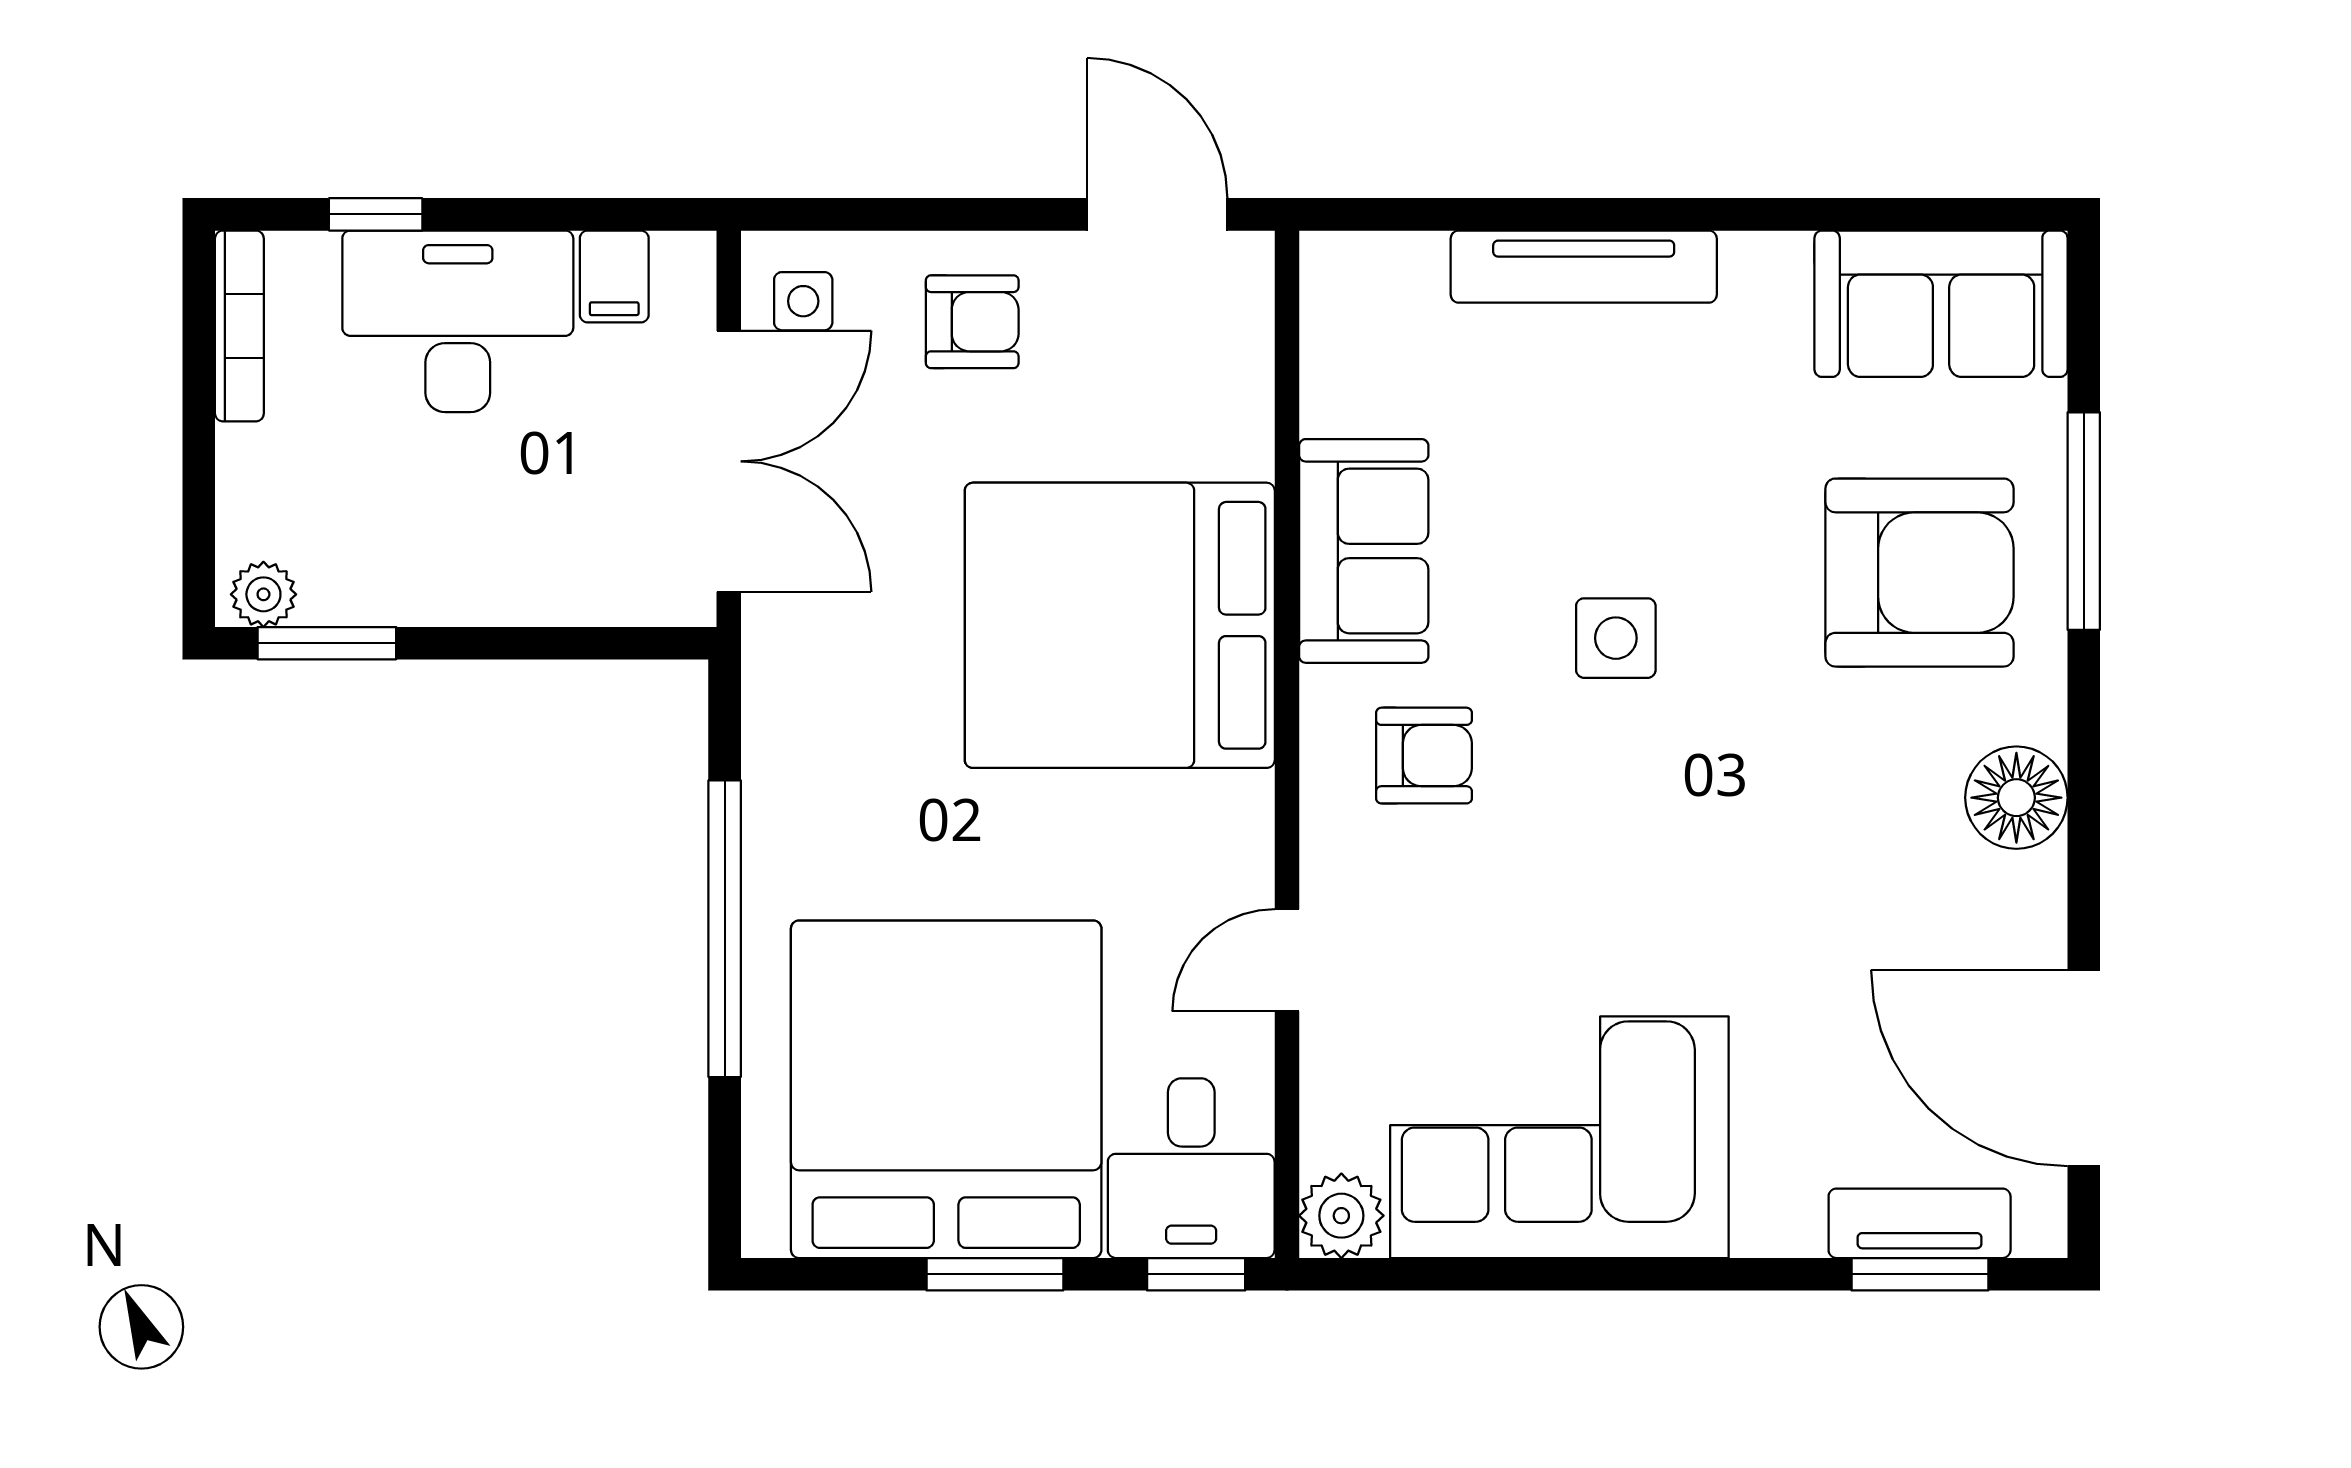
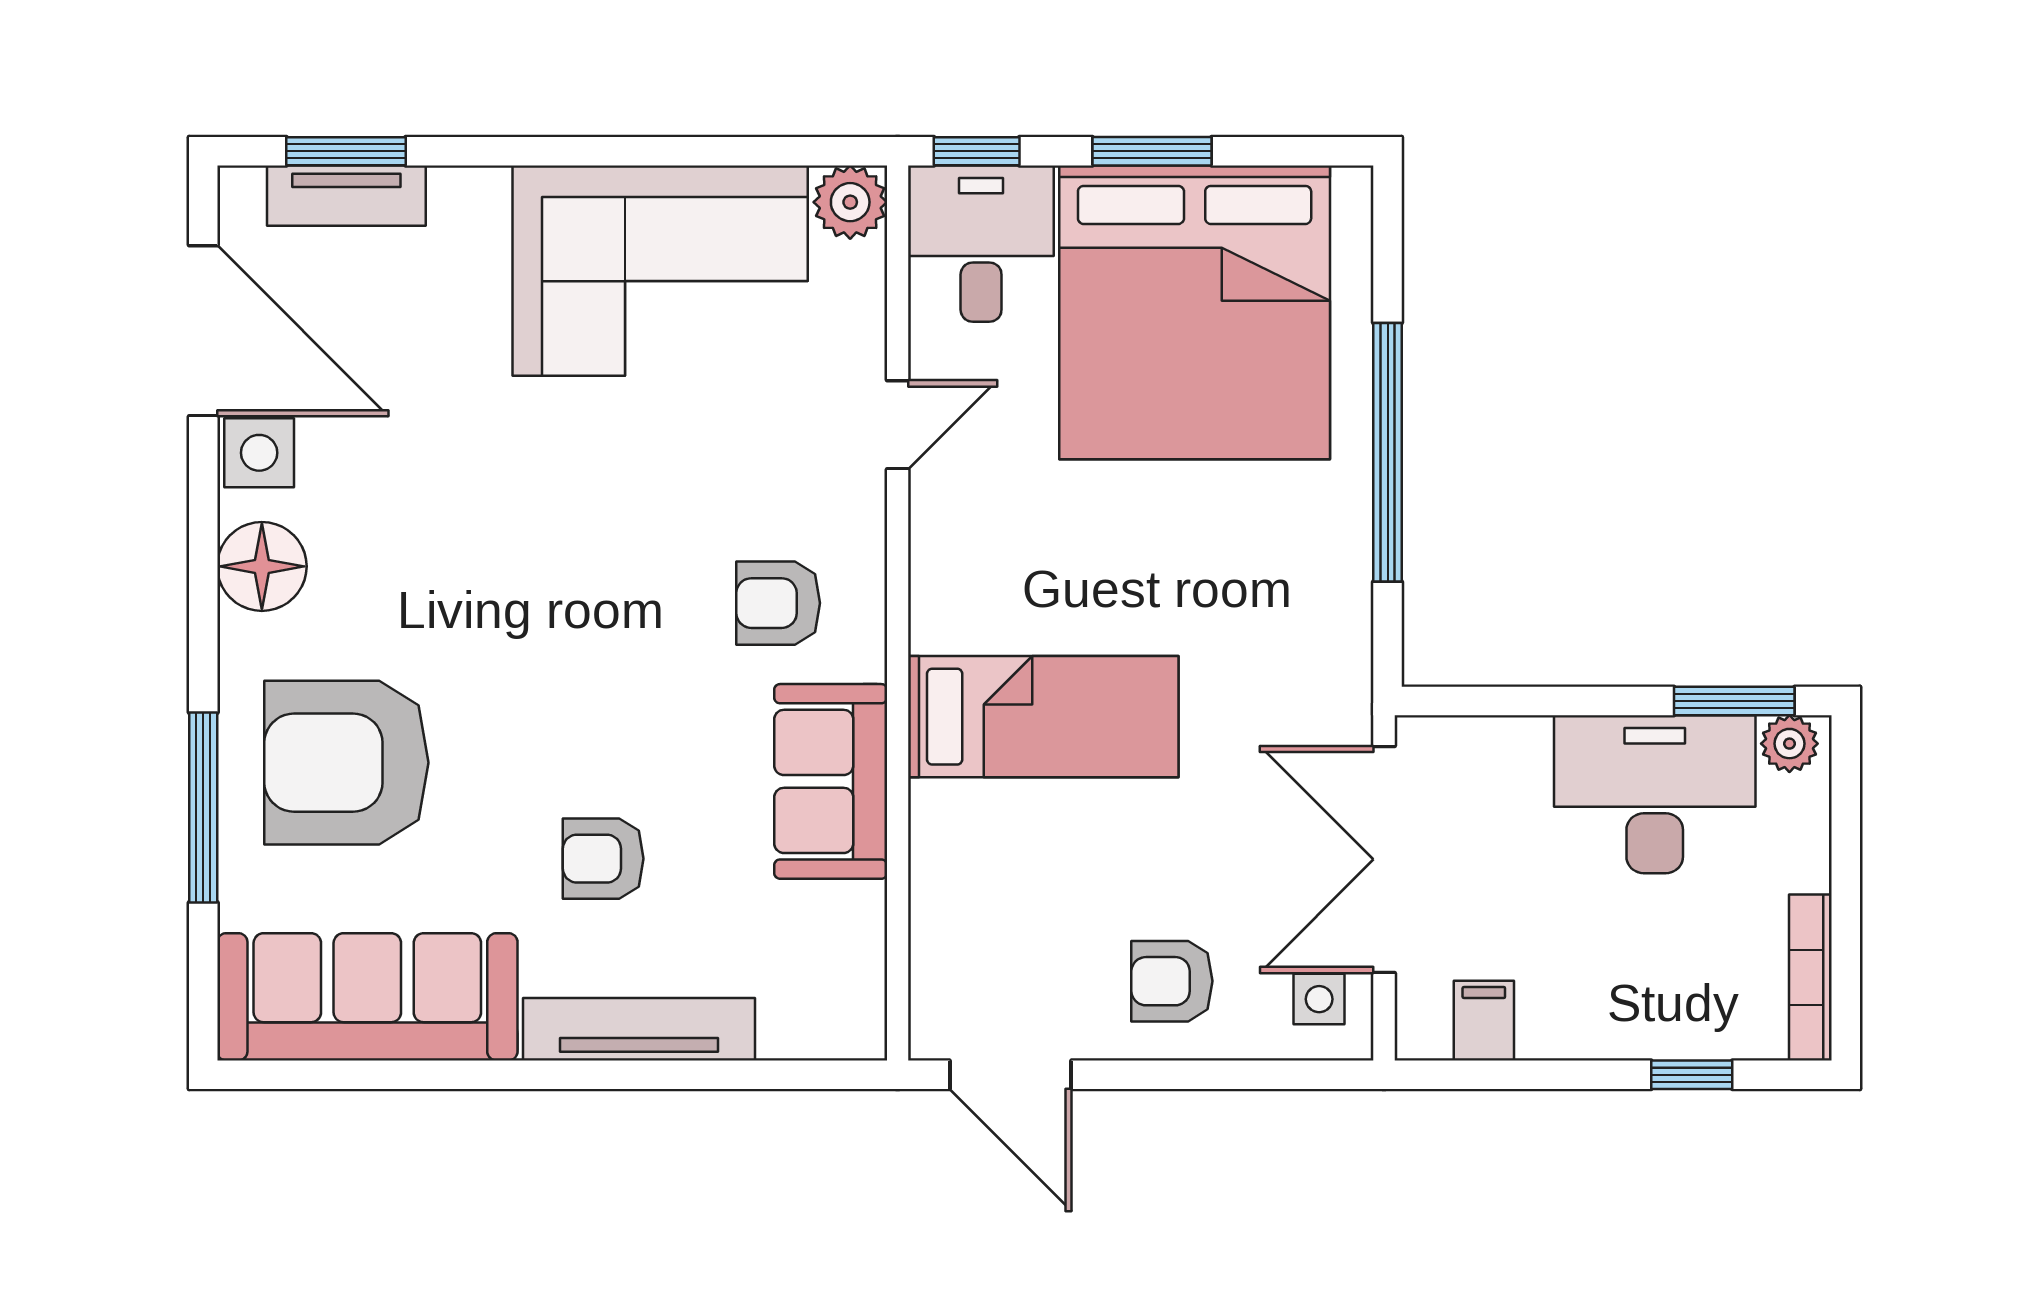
sofa: (1941, 304) -> (367, 997), width x1.36
desk: (458, 321) -> (1655, 794), moved, turned 180
armchair: (1625, 462) -> (603, 859), added
bed: (1120, 625) -> (1043, 717), width x0.49
side table: (1616, 638) -> (259, 453), moved

